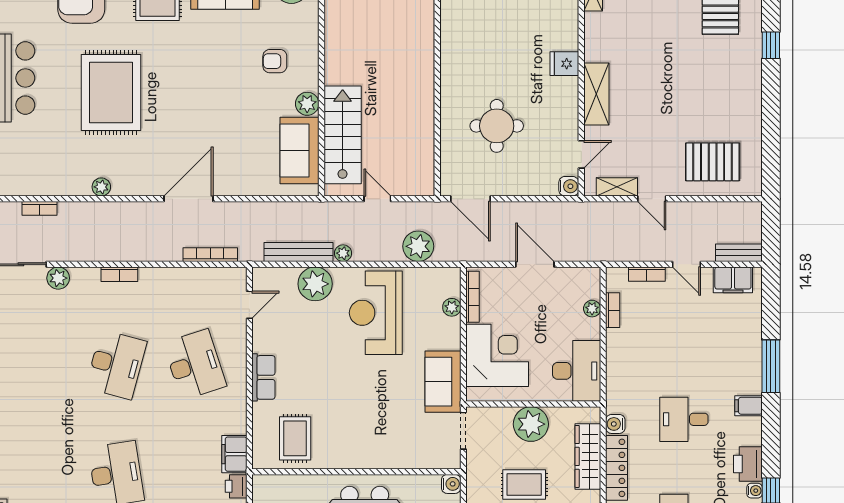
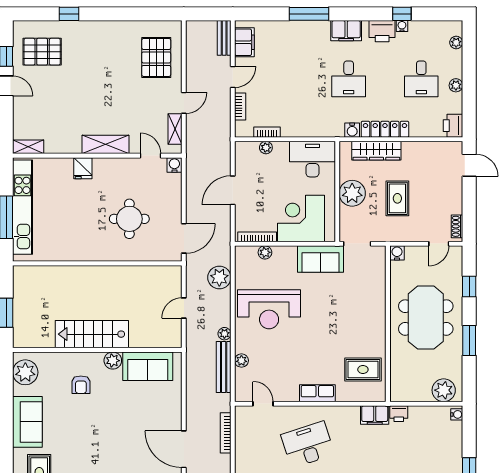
stairs: (343, 135) -> (92, 334), moved
plant: (315, 284) -> (241, 361), width x0.53, depth x0.53
filing cabinet: (749, 406) -> (346, 31), width x2.00

